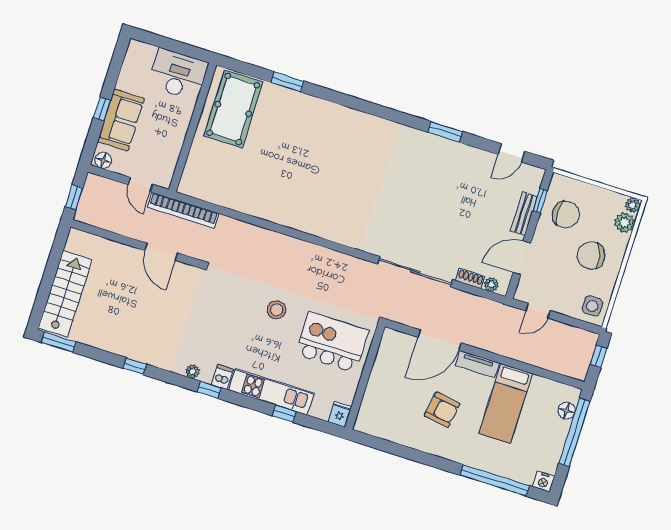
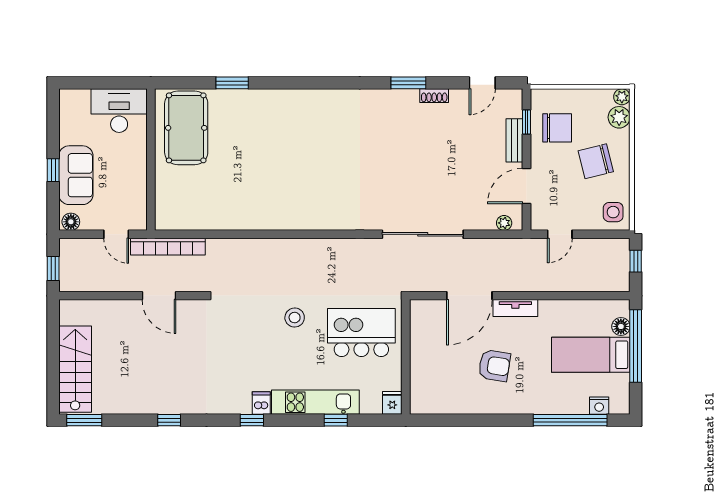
shoe rack: (470, 279) -> (434, 96), moved, turned 180
plant: (193, 372) -> (229, 407), removed
bed: (506, 403) -> (591, 355), moved, turned 90
nightstand: (543, 481) -> (599, 406), moved

